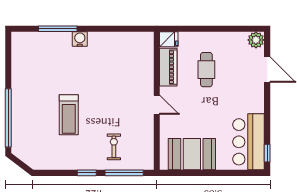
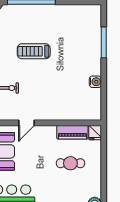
water cooler: (80, 39) -> (95, 82), moved
door: (157, 105) -> (27, 123), moved

